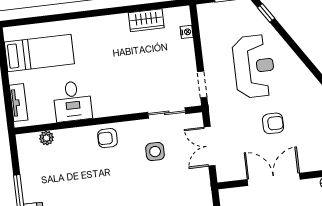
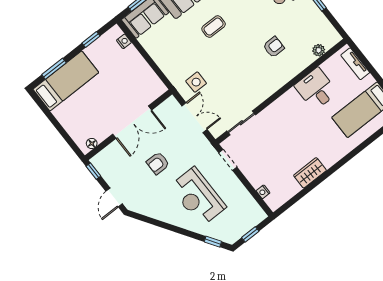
wardrobe: (146, 20) -> (310, 173), moved
armchair: (108, 138) -> (274, 47), moved
side table: (155, 152) -> (196, 82), moved

